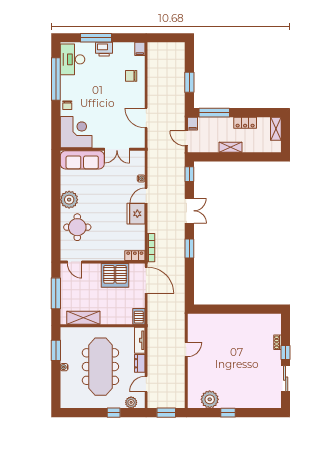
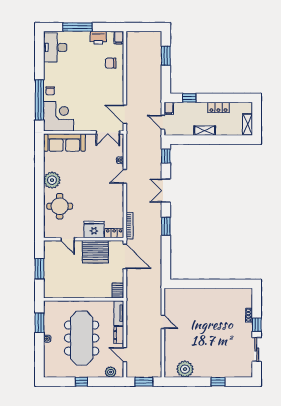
printer: (104, 49) -> (98, 38), moved
window: (56, 79) -> (39, 100), moved
window: (189, 82) -> (166, 56), moved
window: (214, 113) -> (189, 98), width x0.46
door: (146, 118) -> (125, 114), moved
shelving: (276, 129) -> (248, 124), moved
double door: (117, 149) -> (108, 132), moved
double door: (189, 211) -> (166, 191), swing flipped
fridge: (136, 214) -> (94, 230), moved, turned 90
door: (75, 262) -> (68, 239), moved
window: (56, 293) -> (39, 269), width x0.69
shelving: (83, 318) -> (66, 292), removed
door: (186, 349) -> (163, 322), hinge flipped
door: (146, 384) -> (125, 355), hinge flipped
window: (114, 413) -> (81, 382), moved
window: (228, 413) -> (218, 382), moved

